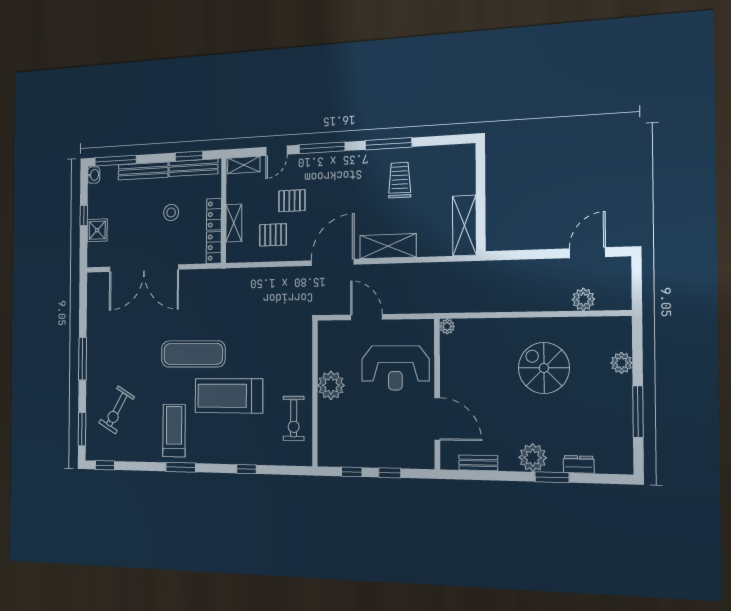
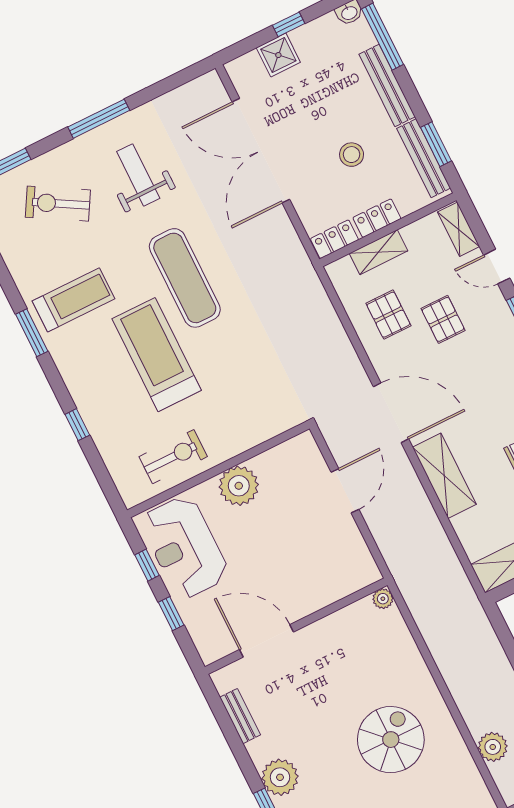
weight bench: (123, 352) -> (138, 175), added
reception desk: (395, 368) -> (185, 547), moved
exercise bike: (294, 418) -> (173, 457), turned 180
door: (437, 419) -> (266, 641), swing flipped

